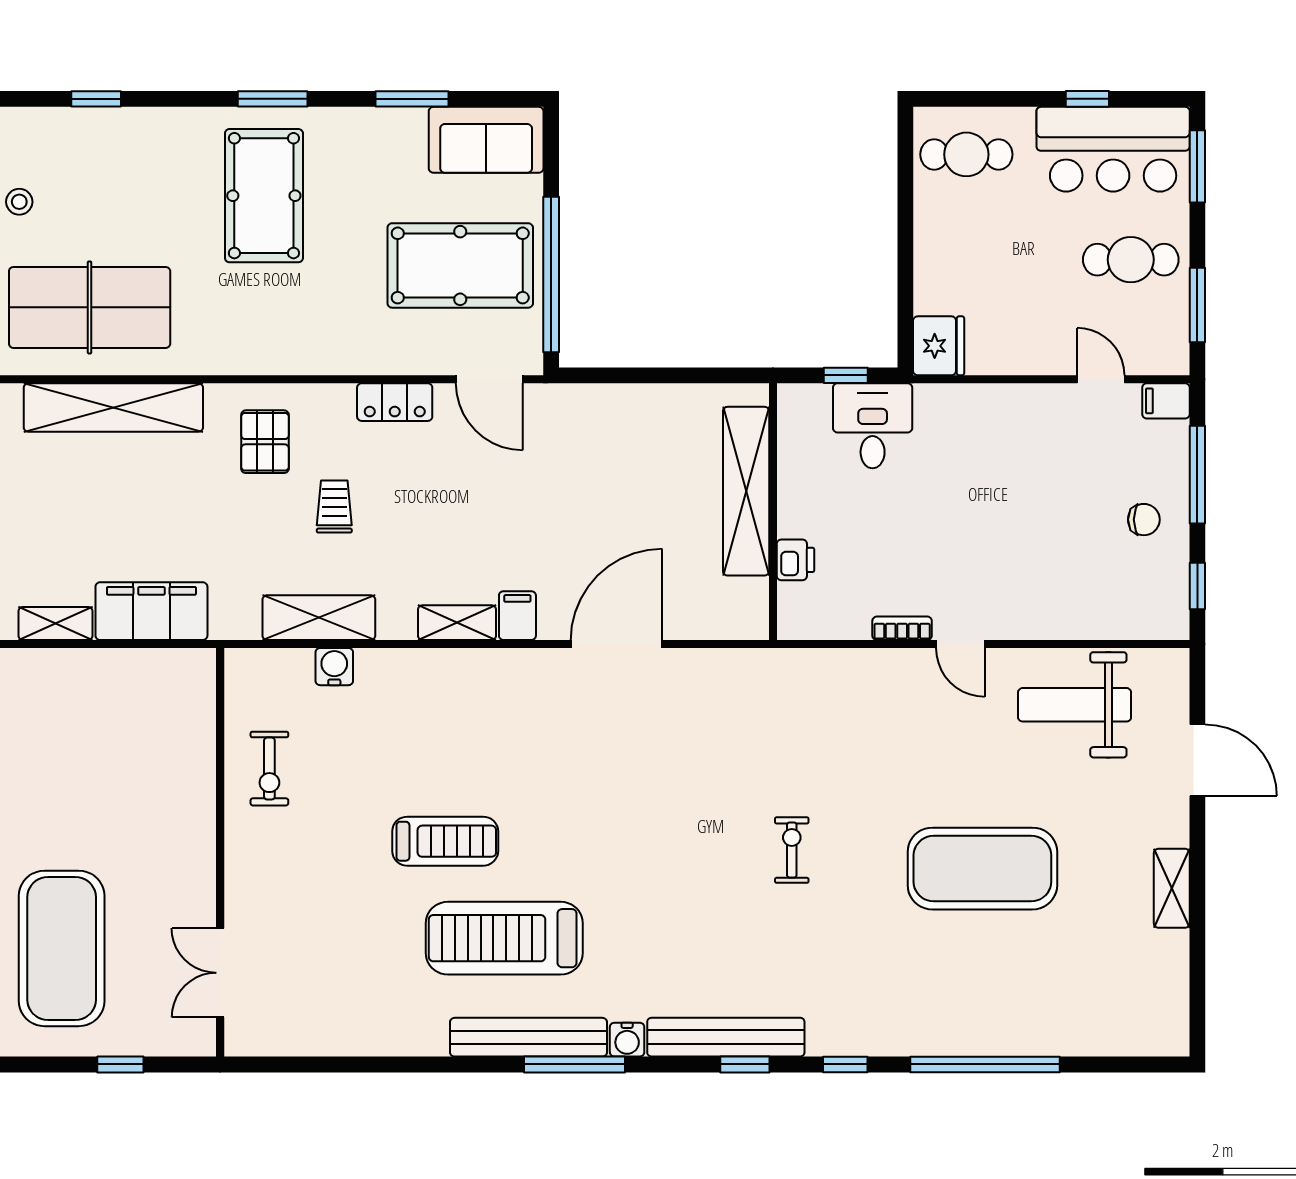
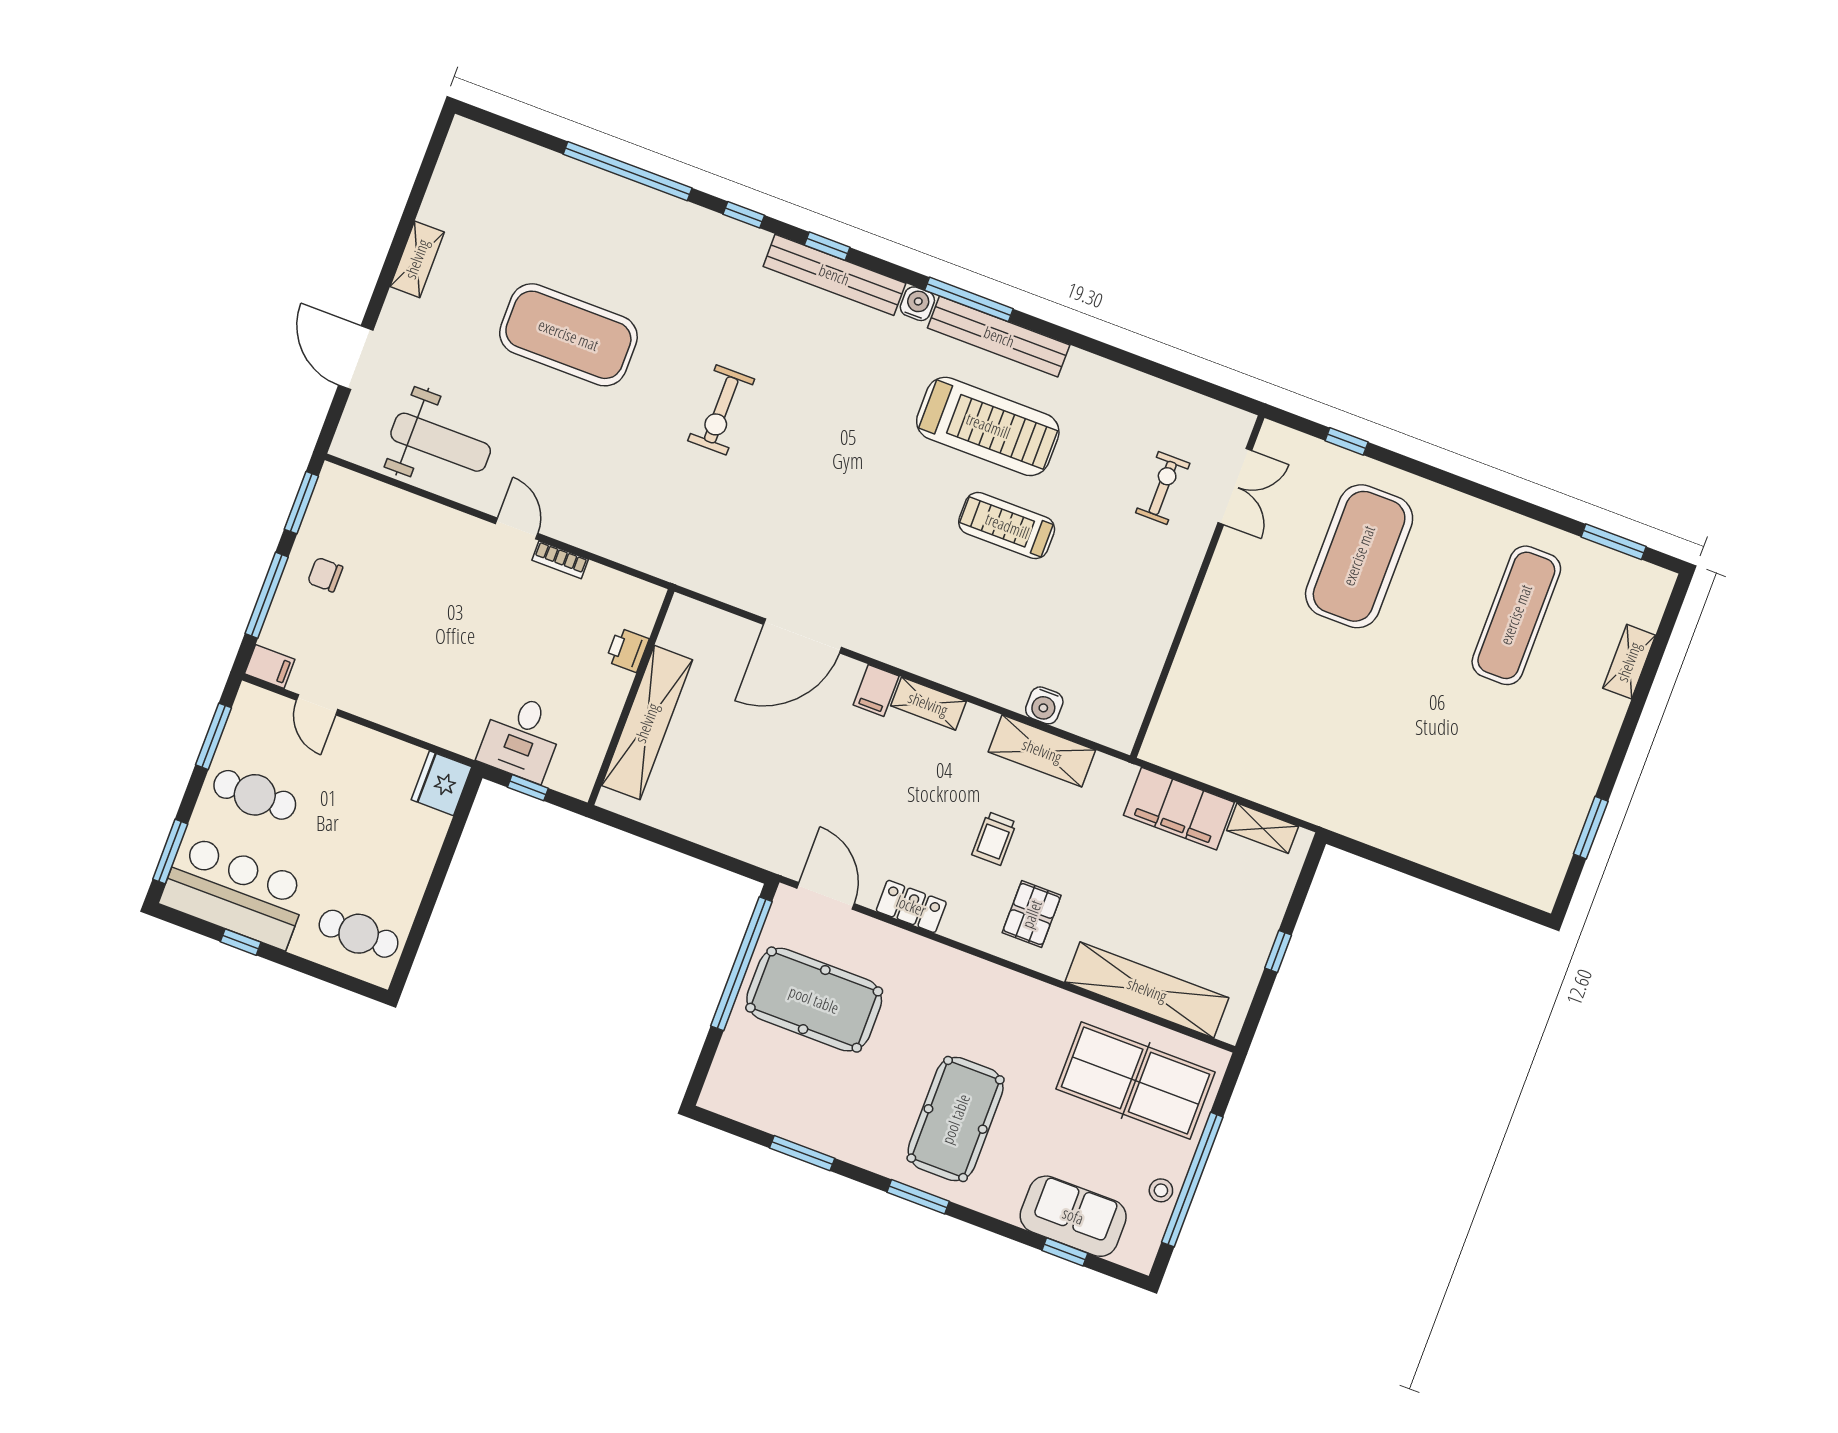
sofa: (486, 140) -> (1073, 1216), moved
window: (1197, 586) -> (301, 503), width x1.50
exercise bike: (269, 769) -> (1163, 488), moved
exercise bike: (792, 850) -> (721, 410), width x1.38, depth x1.39

